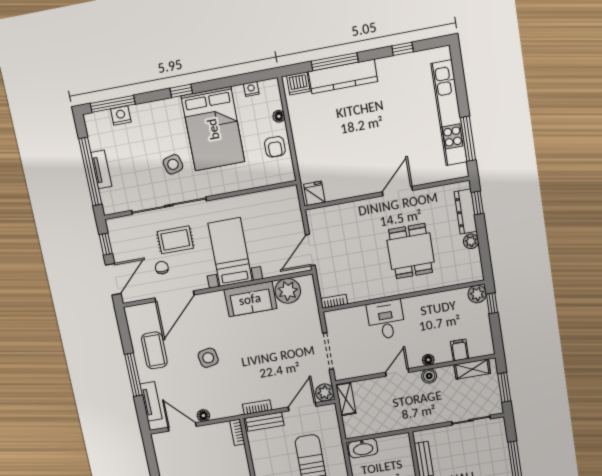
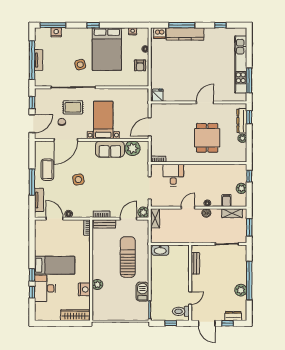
plant: (477, 294) -> (241, 188), moved
desk: (386, 320) -> (173, 175), moved

